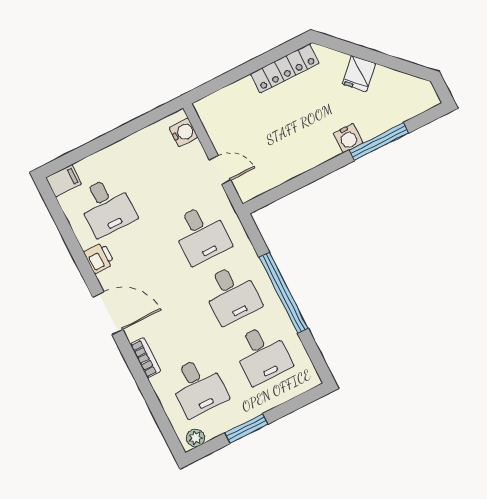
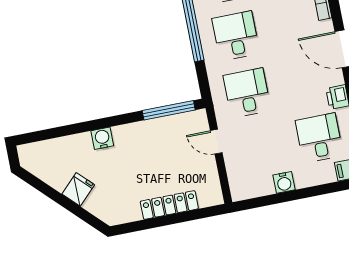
locker: (285, 68) -> (169, 205), moved
water cooler: (184, 132) -> (284, 182), moved, turned -90
window: (379, 142) -> (169, 110), moved

